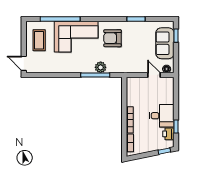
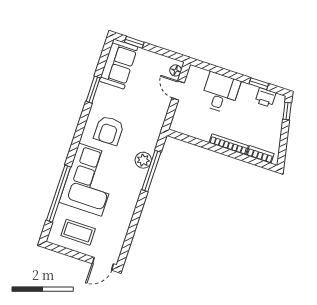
sofa: (165, 43) -> (119, 64), moved, turned -90
door: (154, 75) -> (178, 90), hinge flipped
desk: (162, 116) -> (220, 93), moved

